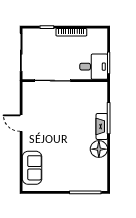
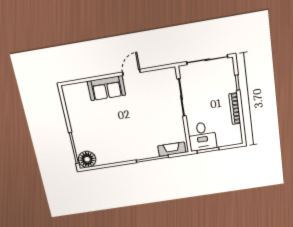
fireplace: (102, 126) -> (172, 149), moved
floor lamp: (99, 149) -> (87, 159), moved
sofa: (32, 168) -> (106, 88), moved

